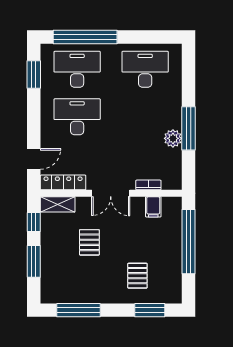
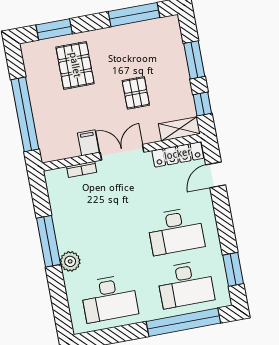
plant: (173, 138) -> (70, 261), moved
filing cabinet: (153, 207) -> (88, 143), moved
pallet: (137, 276) -> (75, 65), width x1.50, depth x1.42

